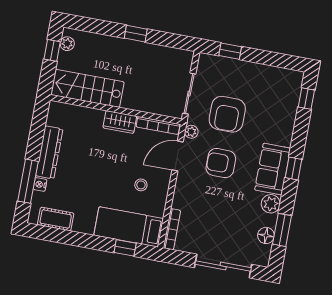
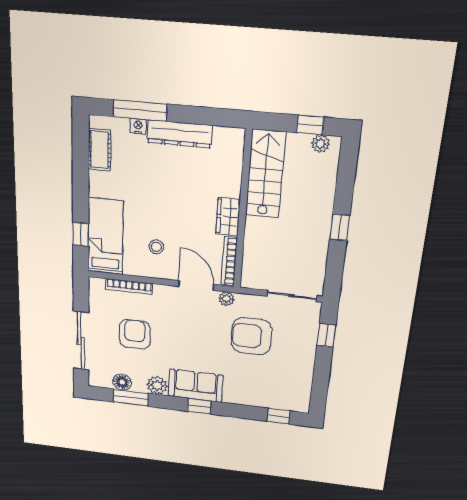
sliding door: (189, 94) -> (292, 296), moved
armchair: (221, 163) -> (135, 334), moved
bookcase: (172, 229) -> (129, 286), moved

